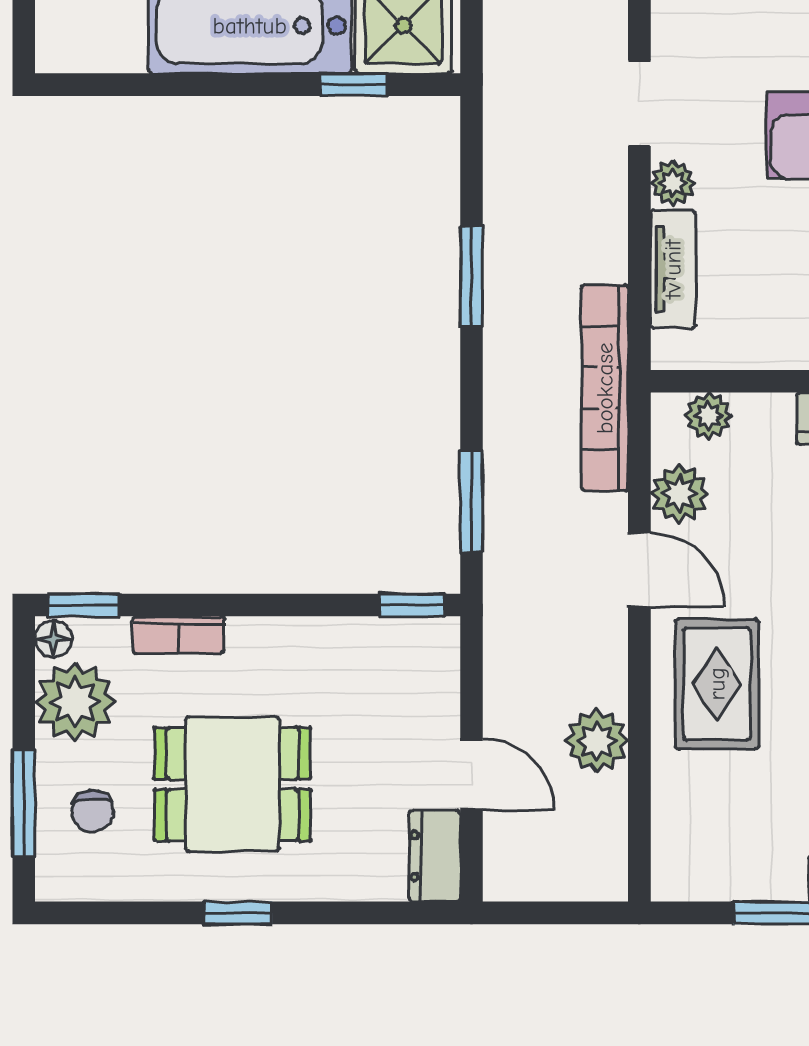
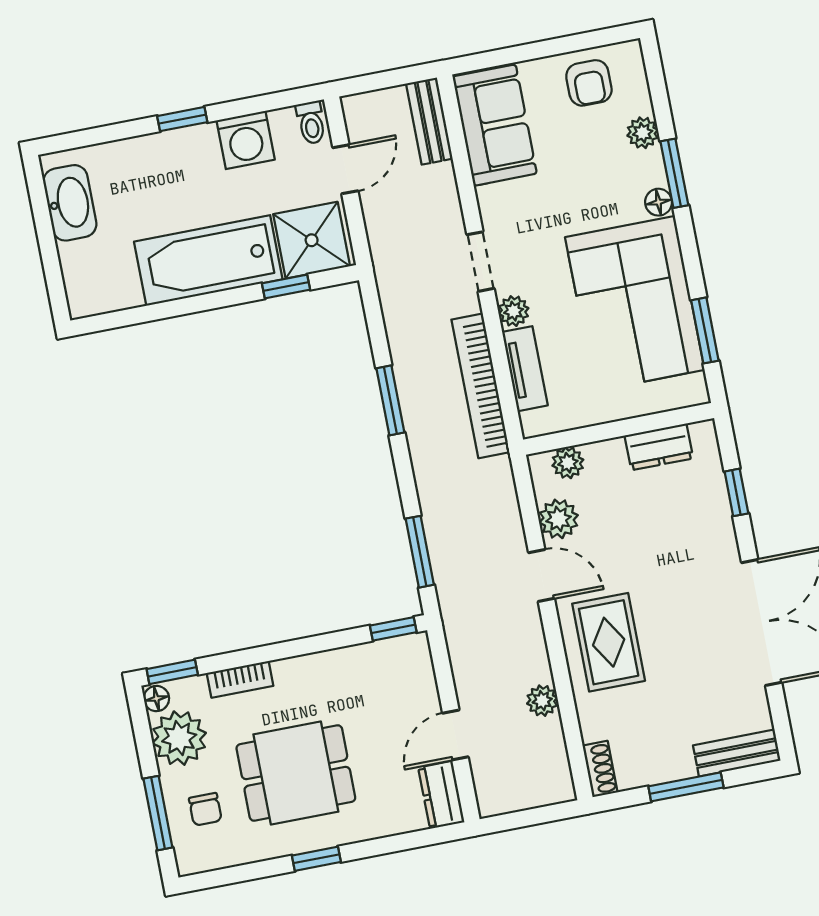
bookcase: (605, 388) -> (481, 386), moved
plant: (597, 741) -> (542, 701), width x0.73, depth x0.73
door: (471, 774) -> (455, 735), swing flipped
shoe rack: (669, 863) -> (600, 769), added

